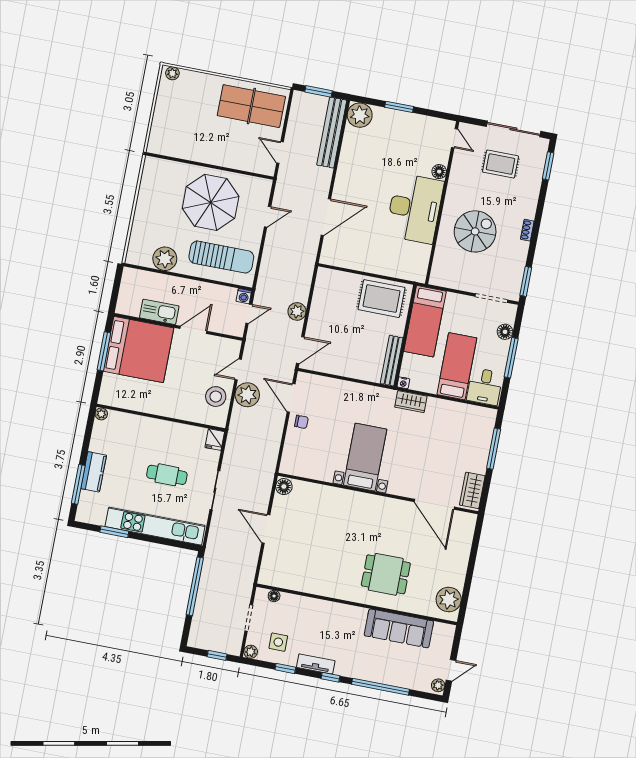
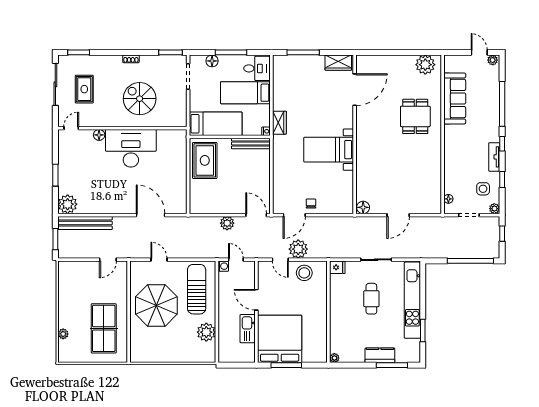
plant: (172, 73) -> (63, 334), moved
table tennis table: (251, 106) -> (104, 328), moved
window: (195, 586) -> (470, 261), moved

